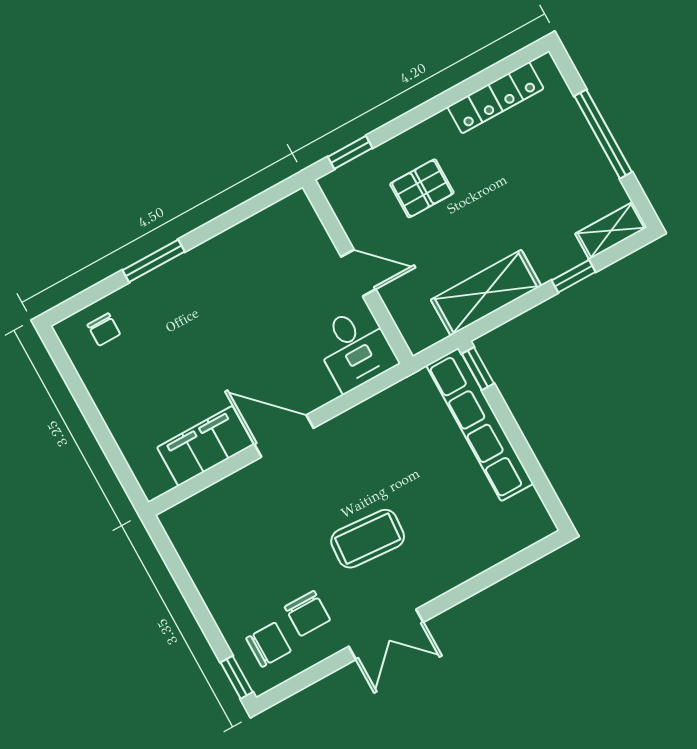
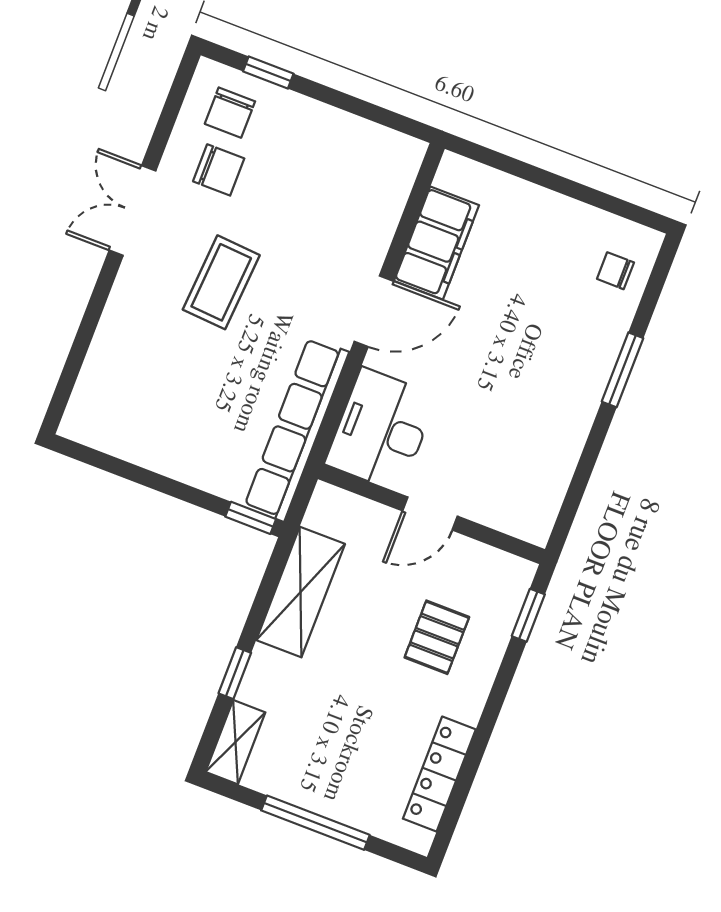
desk: (355, 349) -> (381, 430), width x1.37
row of seats: (480, 425) -> (297, 429), moved, turned -90
chair: (307, 613) -> (219, 170), turned 180
window: (237, 677) -> (268, 73), moved

